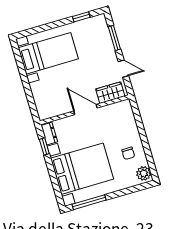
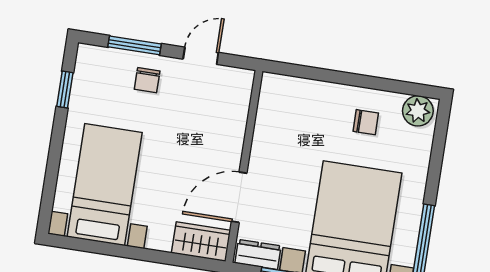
chair: (102, 50) -> (147, 80), added
wardrobe: (110, 93) -> (201, 242), moved, turned 90
door: (85, 109) -> (239, 197), moved

